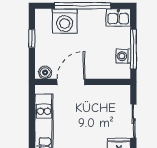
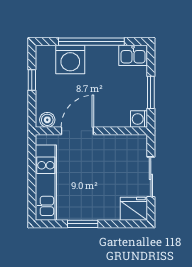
window: (133, 49) -> (151, 92), width x0.69
washing machine: (123, 56) -> (139, 119), moved

